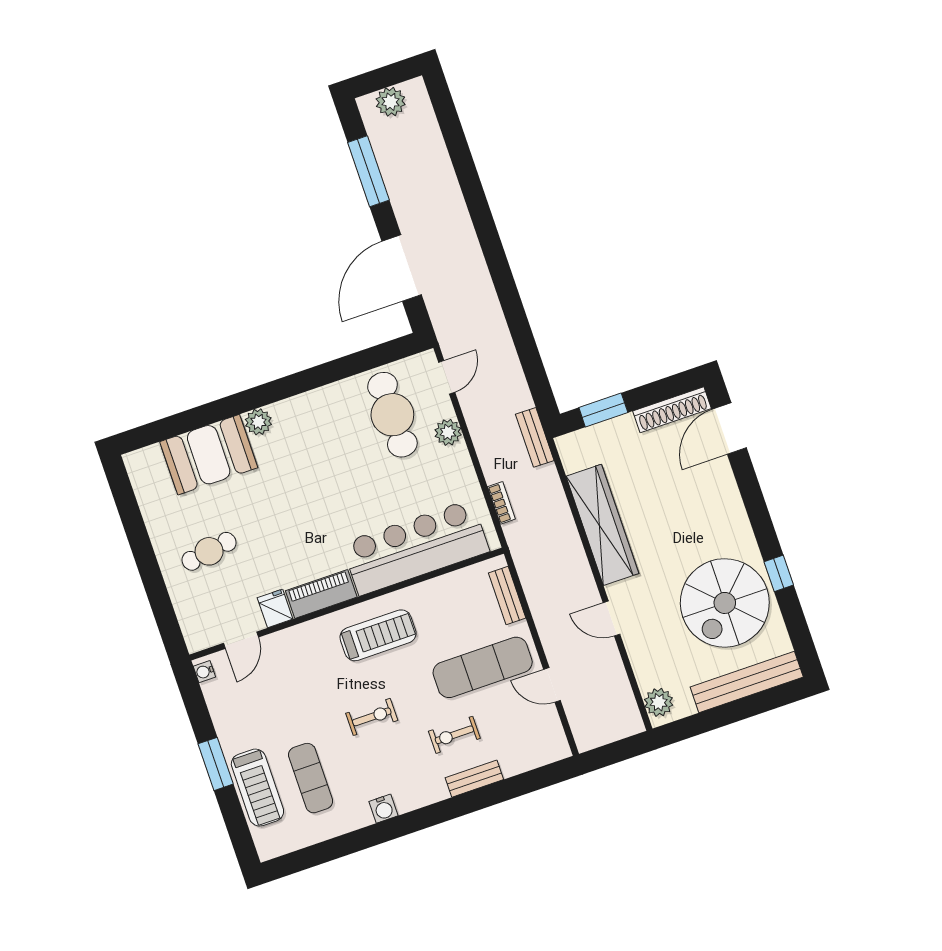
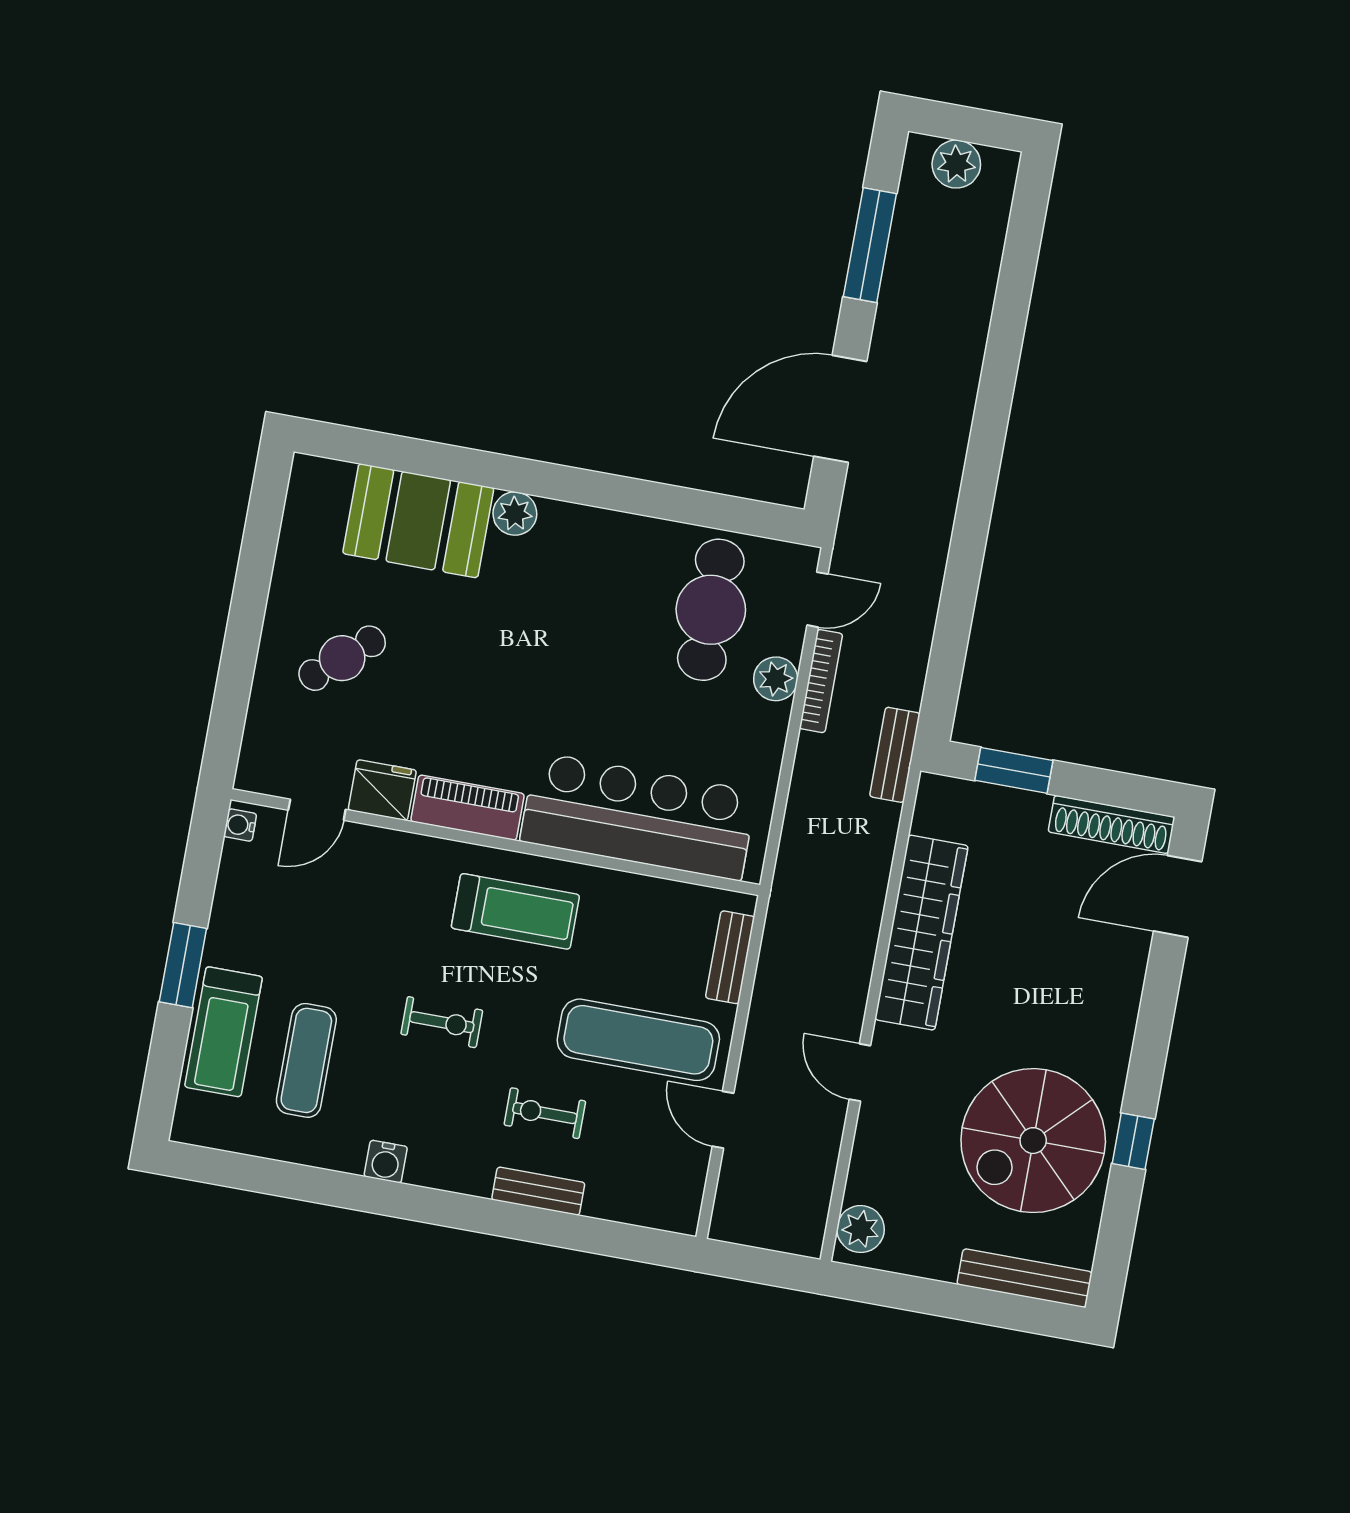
bookcase: (501, 503) -> (821, 681), moved, width x1.56
cafe table: (209, 551) -> (342, 658), turned -32
fridge: (275, 608) -> (382, 790), width x1.38
bench: (747, 682) -> (1025, 1278), width x0.73, depth x0.82

